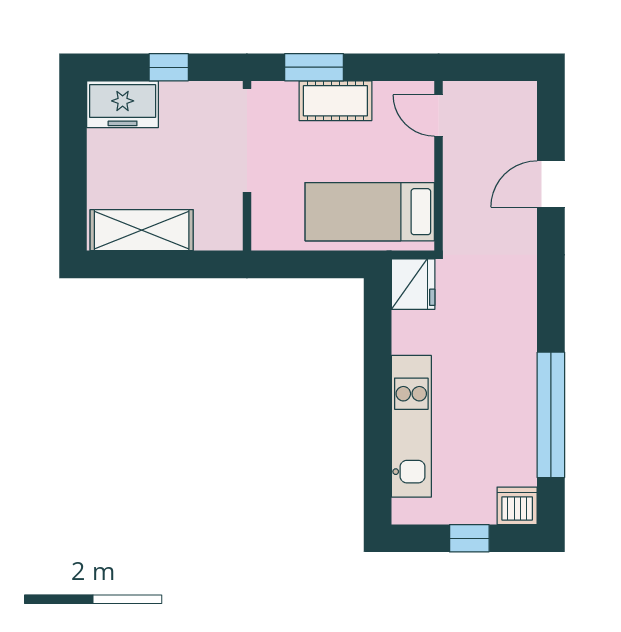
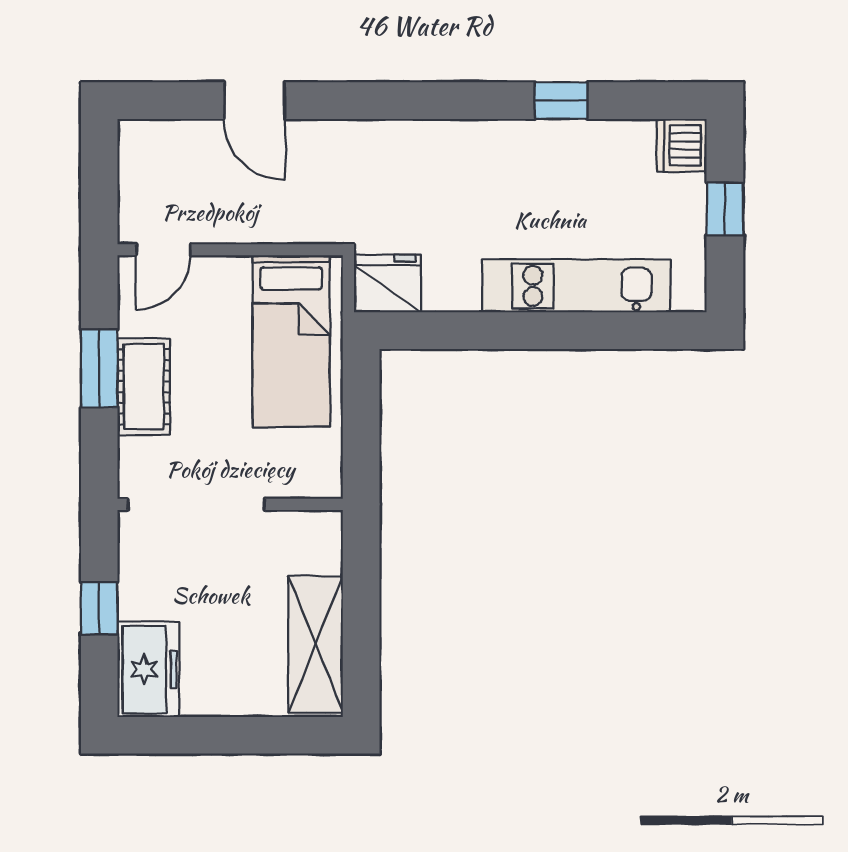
window: (314, 67) -> (99, 368), moved
window: (551, 415) -> (561, 101), width x0.32

